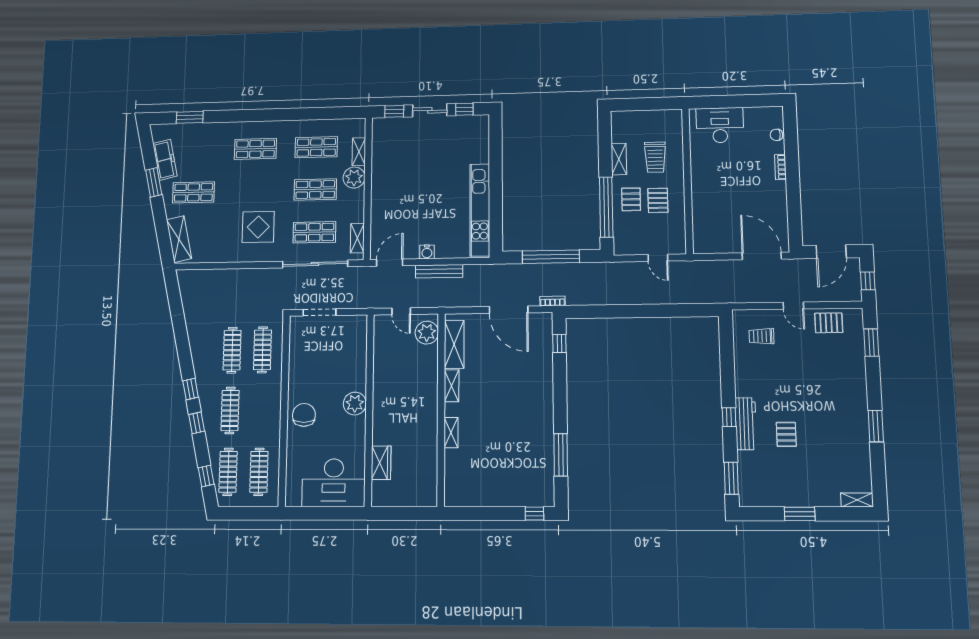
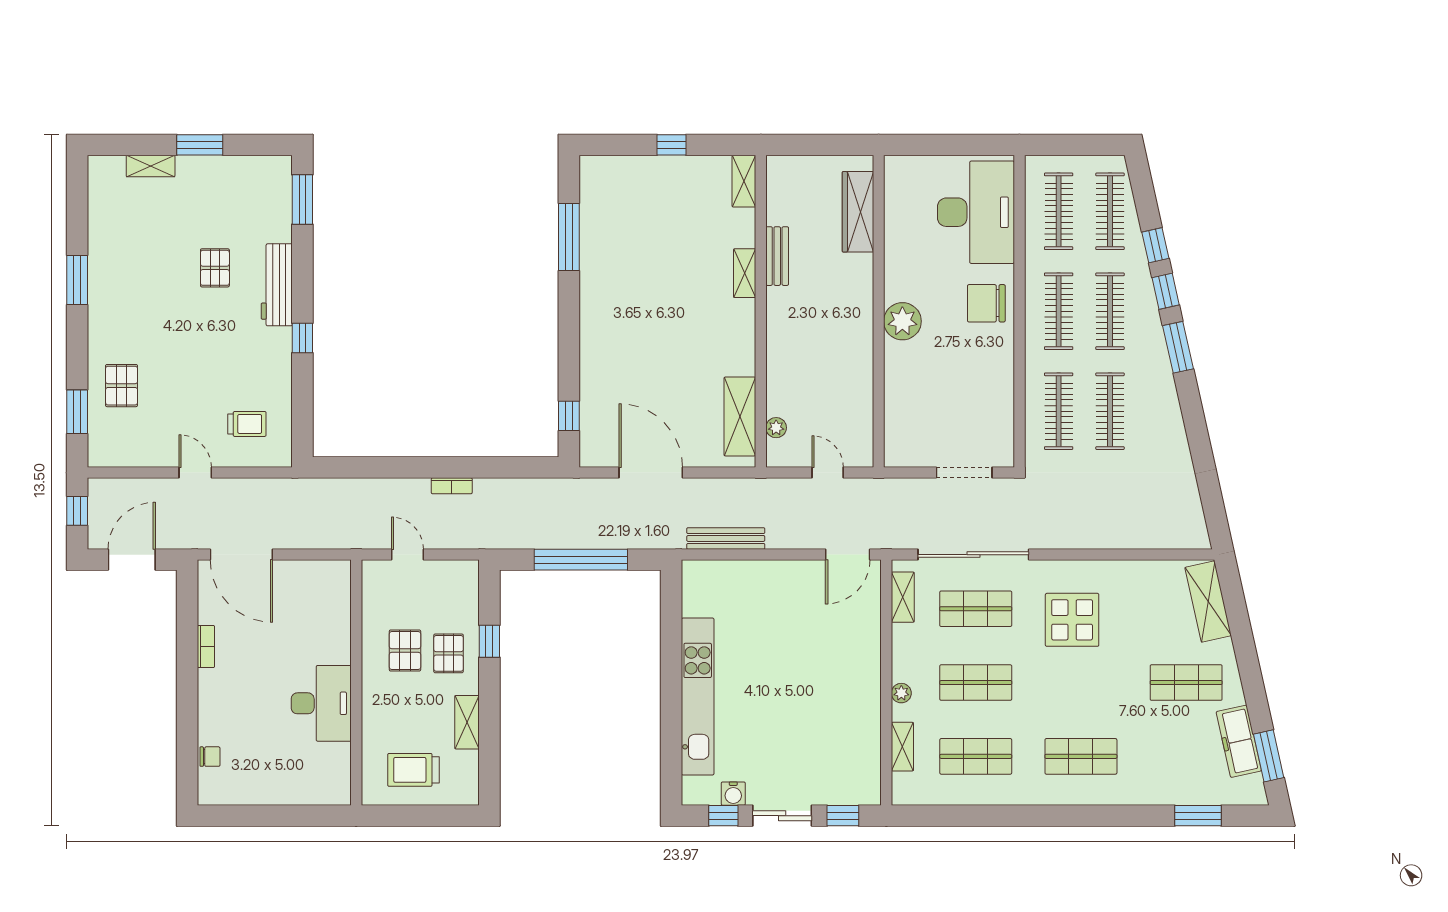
desk: (720, 125) -> (321, 703), moved, turned -90
trolley: (655, 157) -> (413, 770), moved, turned -90
bookcase: (780, 167) -> (206, 647), moved
plant: (354, 178) -> (901, 693), width x0.53, depth x0.53
window: (154, 182) -> (1269, 756), moved
window: (606, 207) -> (489, 641), width x0.32
kitchen unit: (480, 210) -> (698, 697), moved
water cooler: (427, 252) -> (733, 794), moved, turned 180
bench: (439, 271) -> (726, 538), moved
bookcase: (552, 301) -> (452, 486), moved
pallet: (829, 323) -> (122, 386), moved, turned 90
plant: (427, 333) -> (776, 428), width x0.53, depth x0.53
shelving: (452, 386) -> (744, 181), moved
window: (191, 389) -> (1178, 347), width x1.50
clothes rail: (261, 410) -> (1059, 311), added
chair: (304, 415) -> (986, 303), turned 90
window: (729, 417) -> (302, 338), moved
bench: (431, 443) -> (777, 256), added
wardrobe: (381, 463) -> (858, 212), width x1.50
window: (206, 476) -> (1155, 245), moved
desk: (334, 483) -> (976, 212), moved, turned 90
shelving: (857, 500) -> (151, 166), moved
window: (534, 514) -> (671, 145), moved

